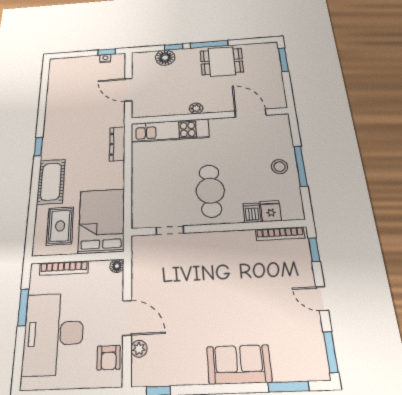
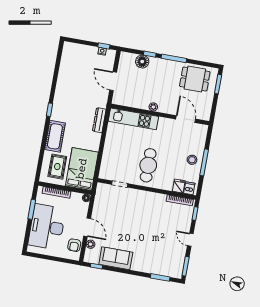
dining table: (222, 61) -> (195, 79), moved
dishwasher: (252, 213) -> (189, 188), moved
sofa: (239, 364) -> (116, 258), moved

